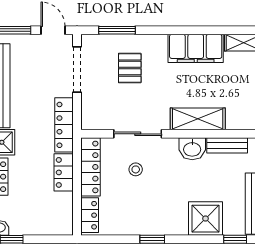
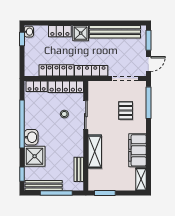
window: (117, 30) -> (148, 103), width x1.44
pallet: (130, 68) -> (126, 110), turned 90
washbasin: (192, 149) -> (31, 137), moved, turned 180
locker: (64, 172) -> (56, 70), width x1.53
window: (152, 239) -> (22, 124), width x3.17

